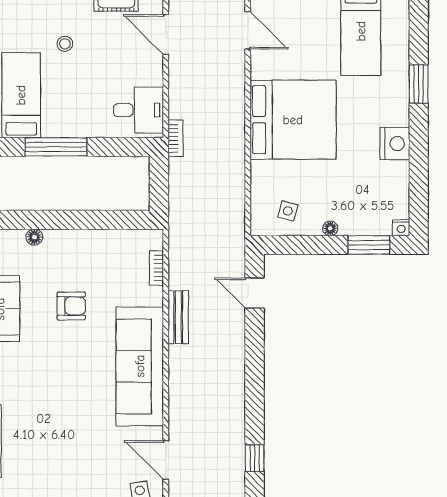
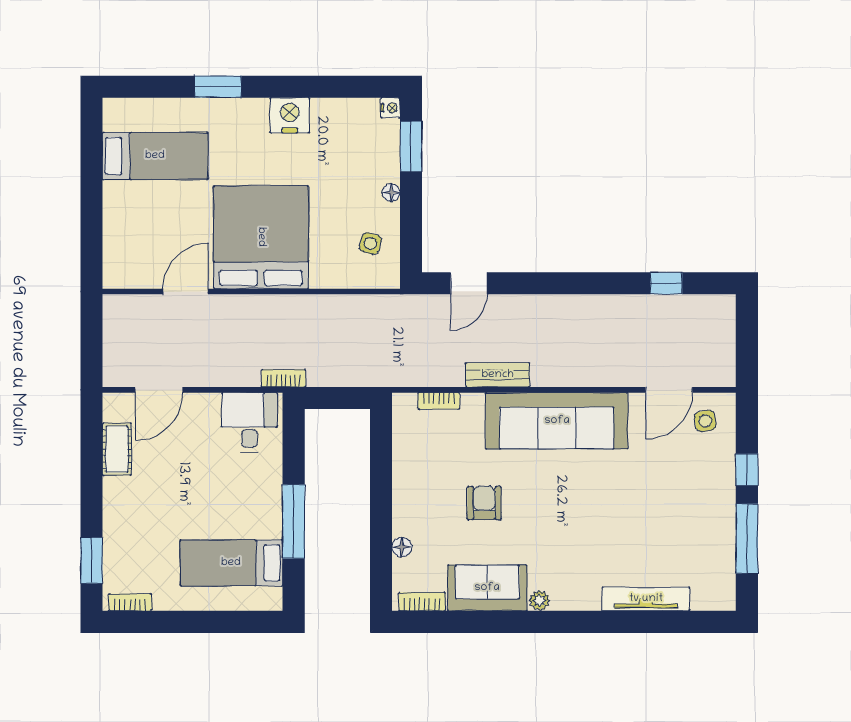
door: (248, 30) -> (185, 291), moved
stool: (65, 44) -> (170, 511), removed

